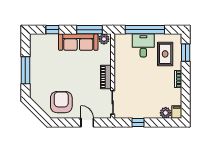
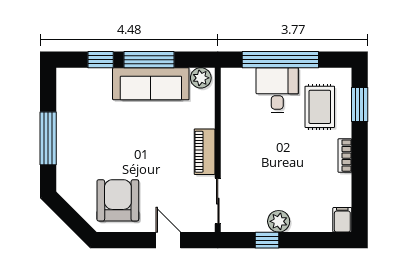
window: (89, 30) -> (149, 60), moved
plant: (166, 113) -> (279, 221), moved

